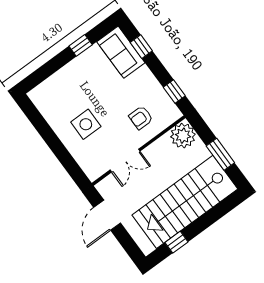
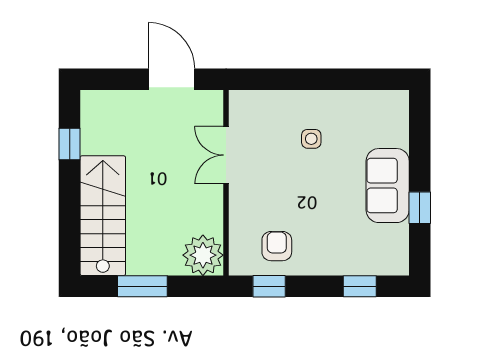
sofa: (121, 52) -> (388, 186), moved, turned -90
armchair: (141, 118) -> (277, 246), moved
side table: (86, 124) -> (311, 139), width x0.54, depth x0.54
stairs: (185, 202) -> (103, 216), width x0.73, depth x0.66

